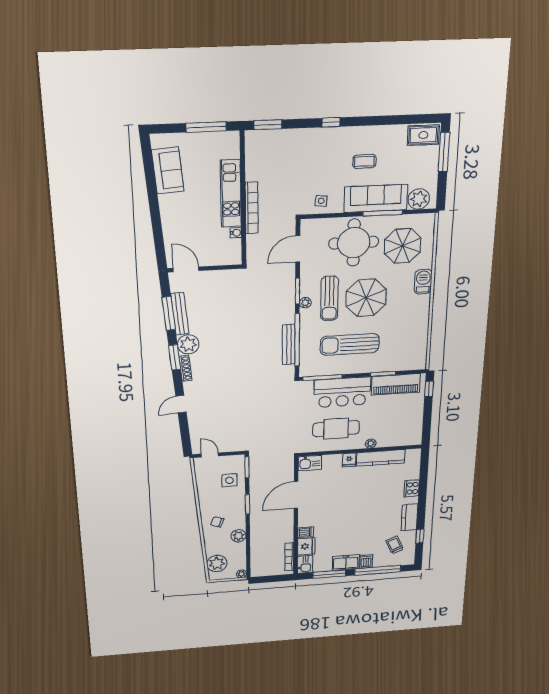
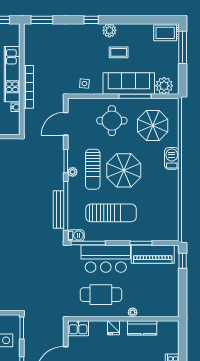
plant: (354, 135) -> (109, 30), added
round table: (354, 243) -> (112, 121), width x0.73, depth x0.73
sun lounger: (350, 344) -> (111, 213), turned 180
barbecue: (309, 370) -> (76, 235), added
kitchen counter: (381, 458) -> (142, 328), width x0.67

